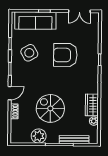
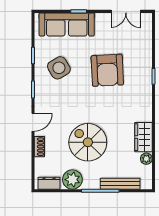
armchair: (65, 55) -> (107, 70), turned -93
dresser: (21, 139) -> (49, 183), added

